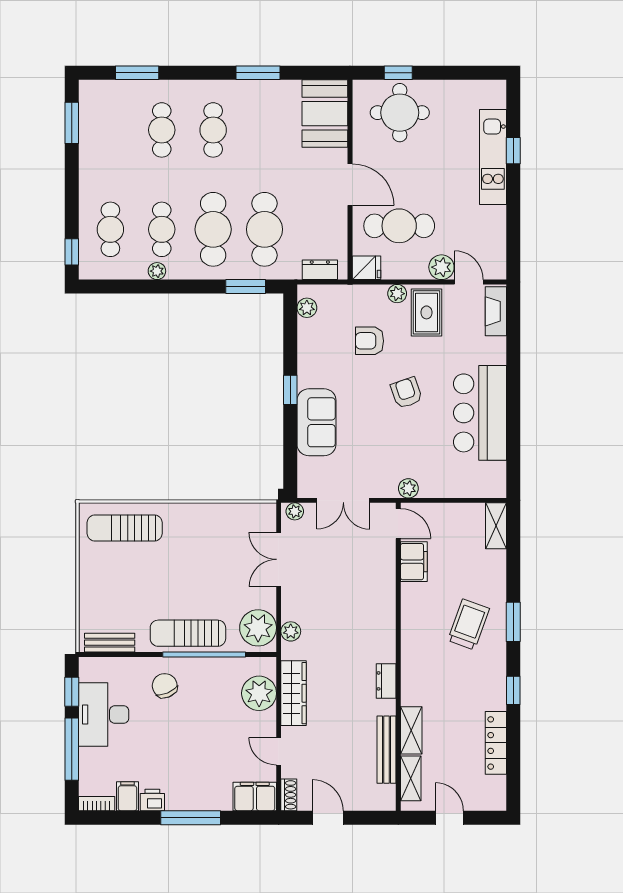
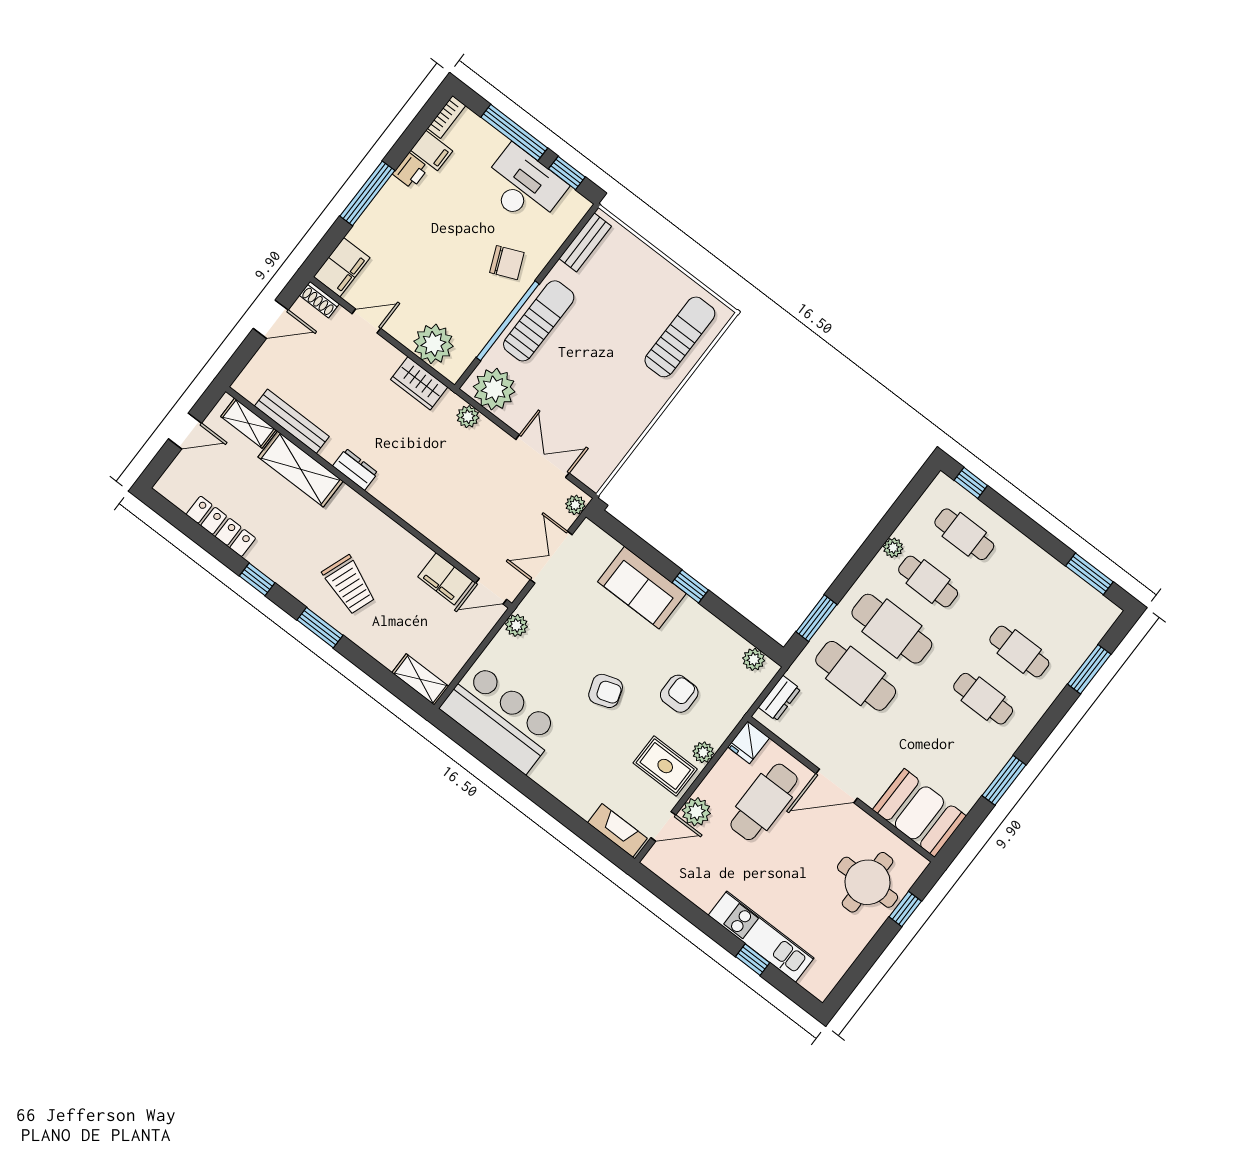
bar counter: (480, 413) -> (501, 718), moved
wardrobe: (294, 693) -> (419, 383), width x0.67
shelving: (411, 730) -> (301, 469), width x1.50, depth x1.33

